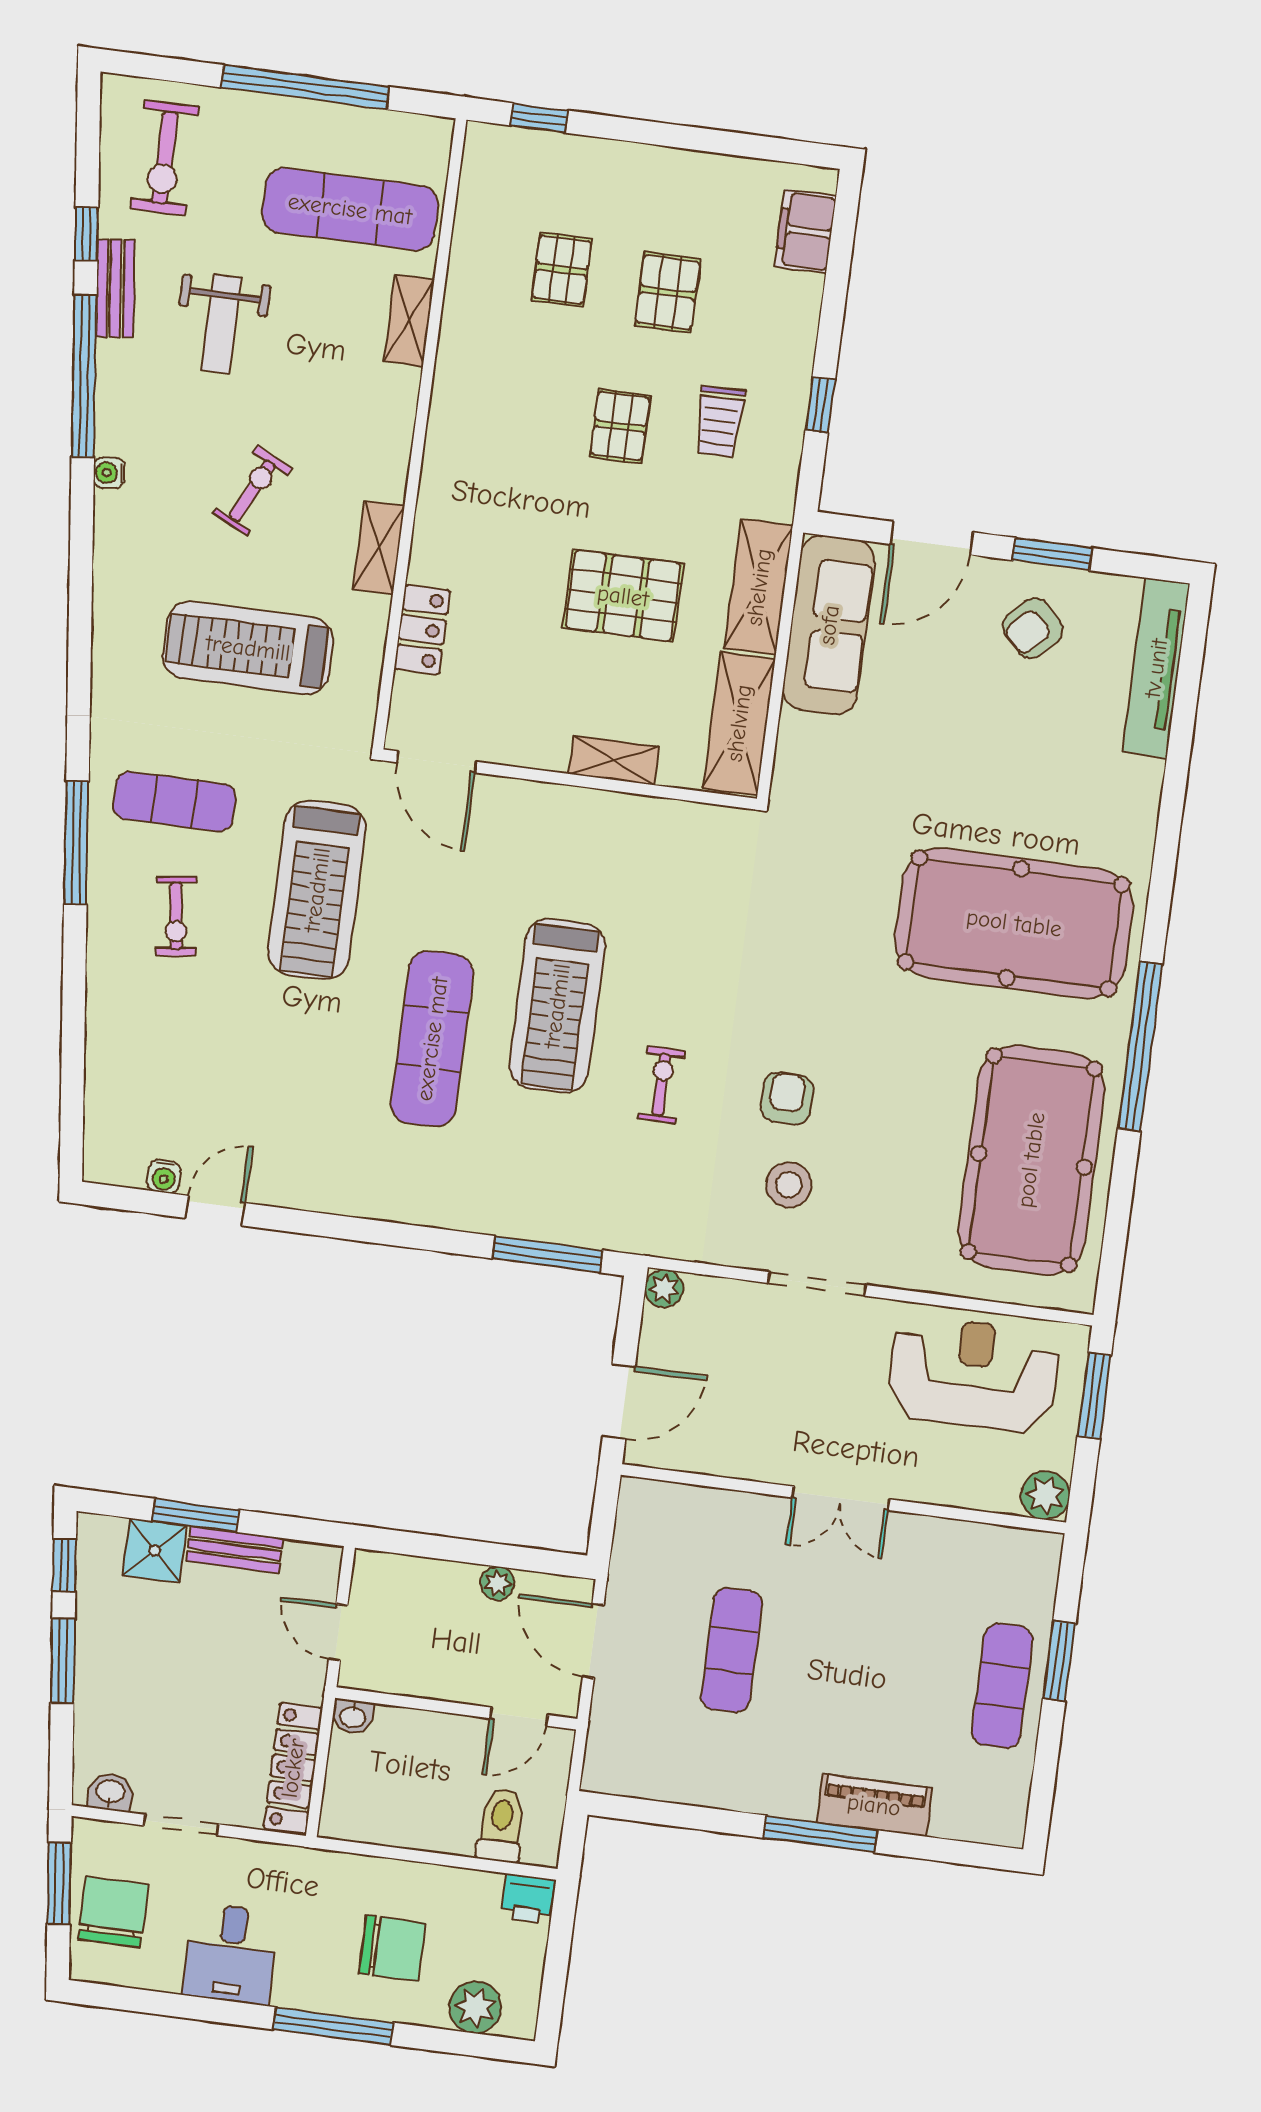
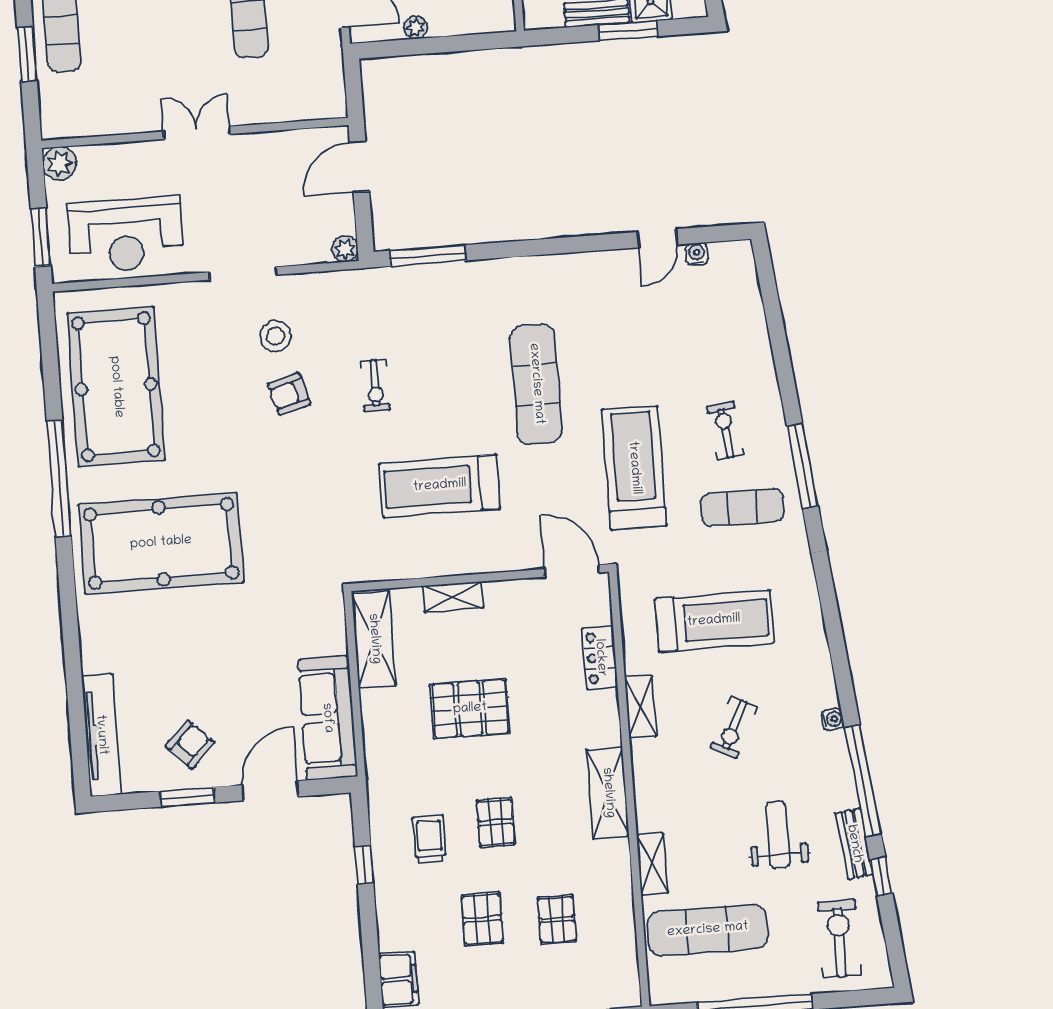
shelving: (759, 587) -> (608, 793), moved
treadmill: (557, 1006) -> (440, 486), moved, turned -90
armchair: (787, 1098) -> (289, 394), turned 74

